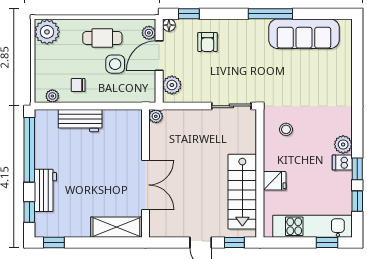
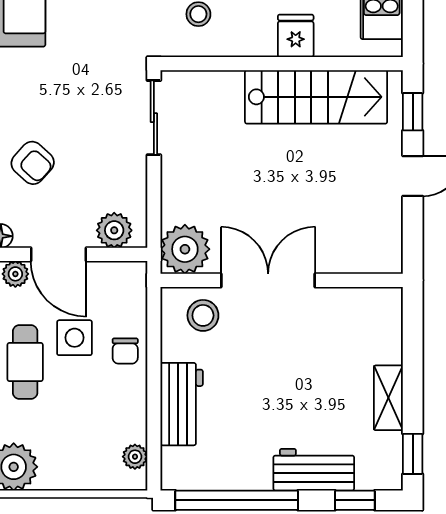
armchair: (207, 42) -> (33, 163), turned 42
chair: (78, 85) -> (125, 351), moved
plant: (156, 116) -> (185, 249), width x1.87, depth x1.87
stool: (127, 132) -> (203, 315), added
double door: (145, 185) -> (268, 280), moved
shelving: (116, 227) -> (388, 398), moved, width x0.67, depth x0.75

